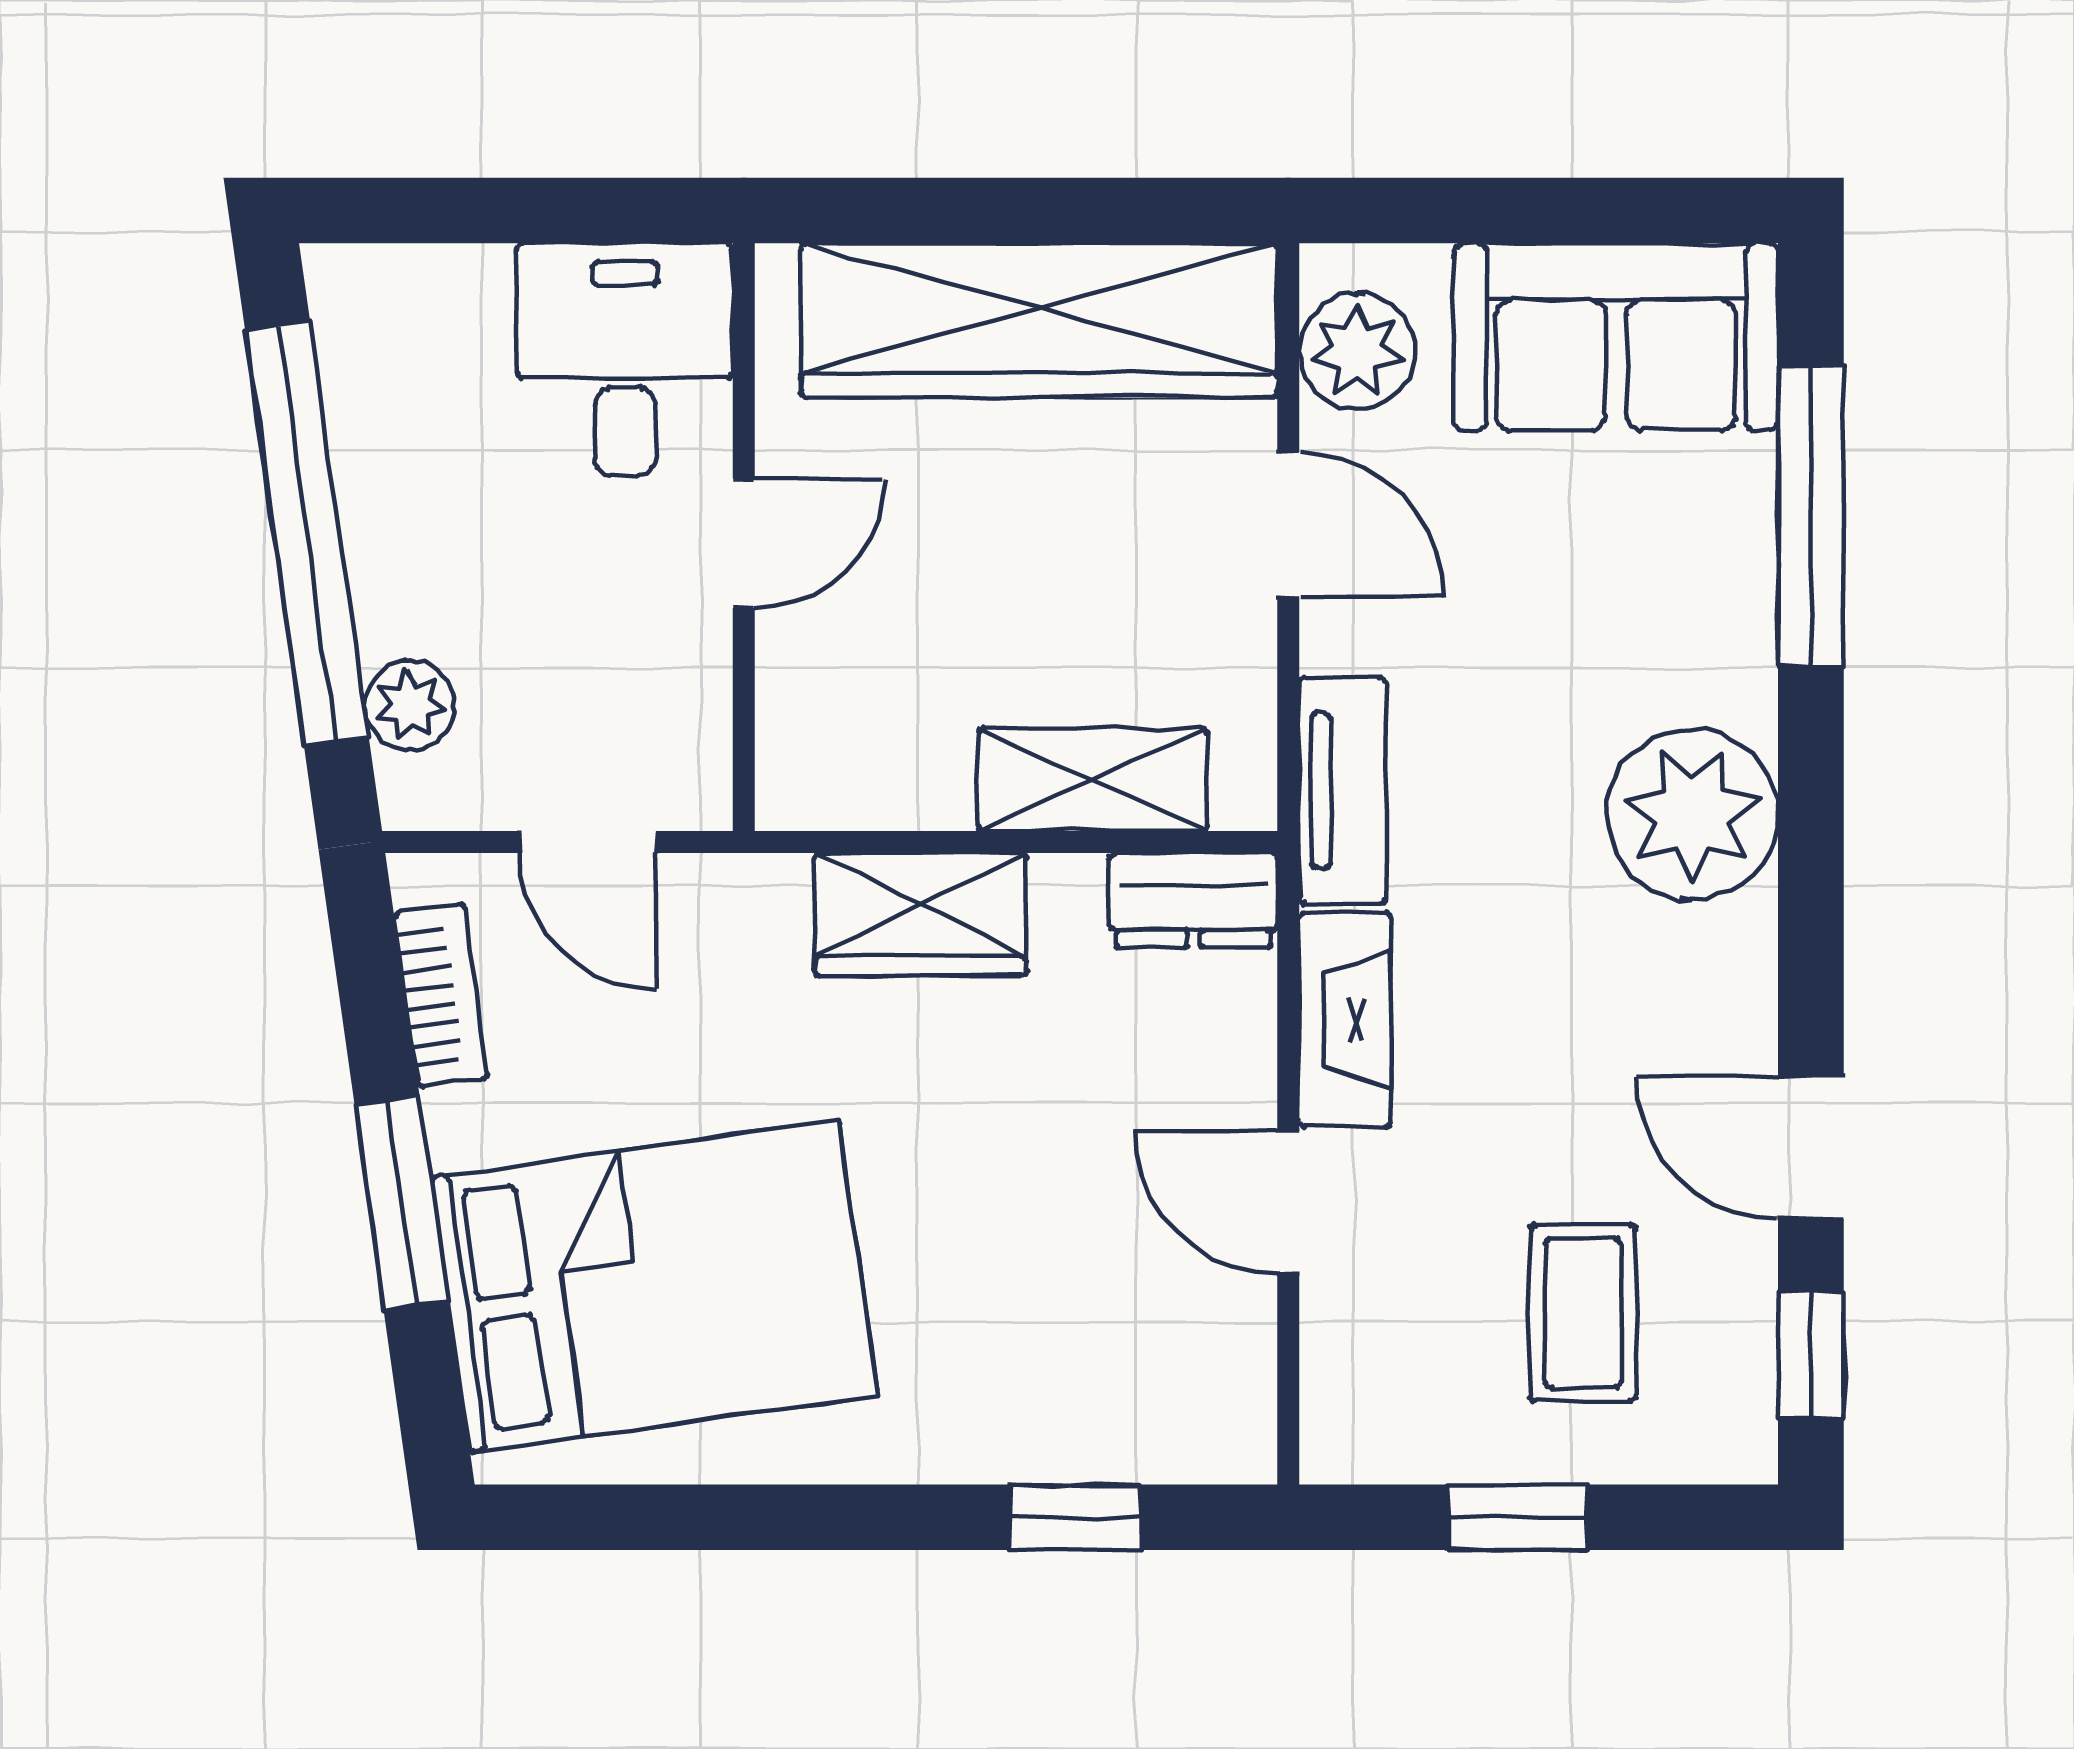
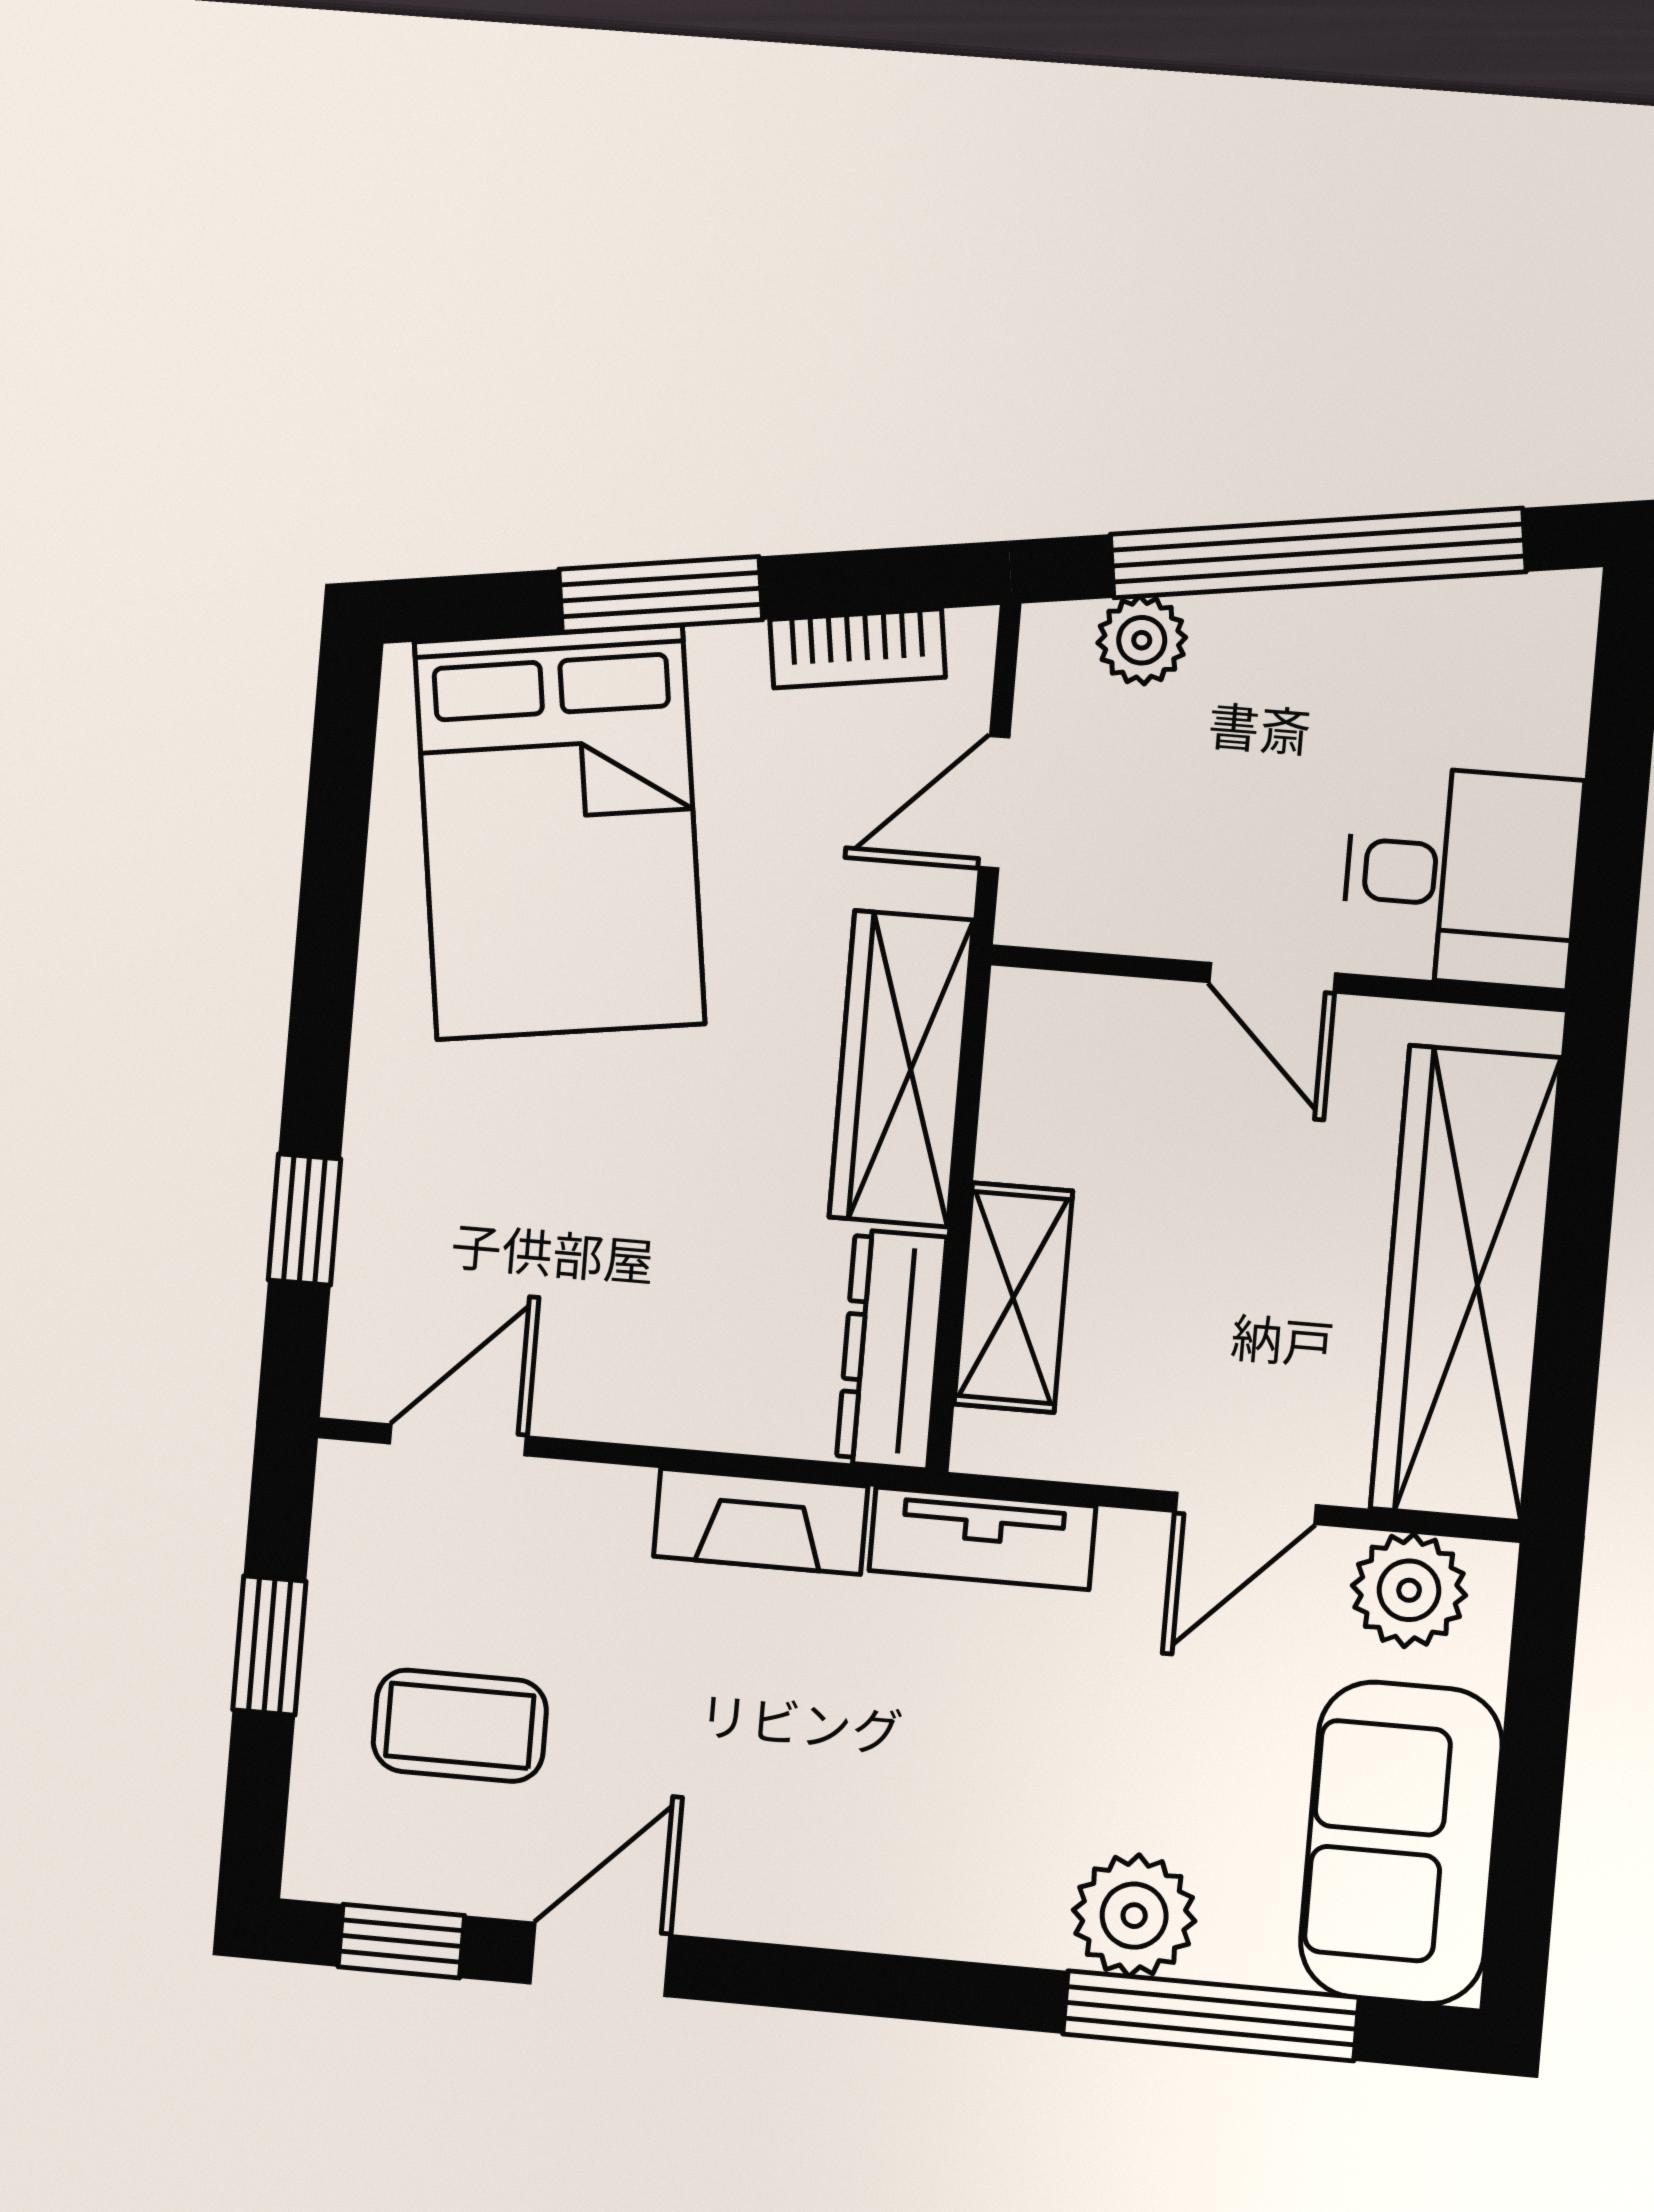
plant: (1692, 814) -> (1134, 1916), moved, width x0.73, depth x0.73
dresser: (1194, 900) -> (891, 1350), width x1.44
wardrobe: (921, 914) -> (901, 1069), width x1.50
door: (1288, 1202) -> (458, 1440), moved

